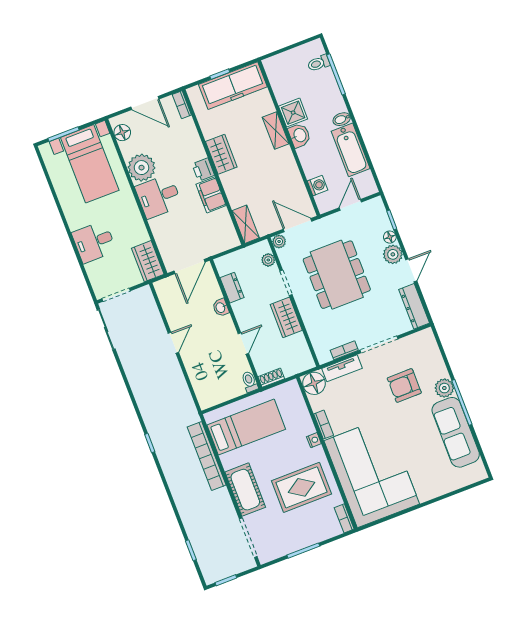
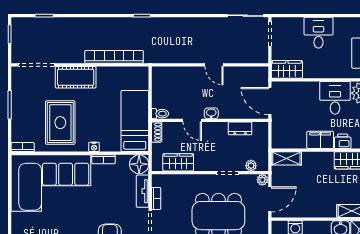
washbasin: (221, 308) -> (211, 113), moved
wardrobe: (286, 317) -> (178, 162), moved
bed: (246, 427) -> (135, 121), moved, turned 180

